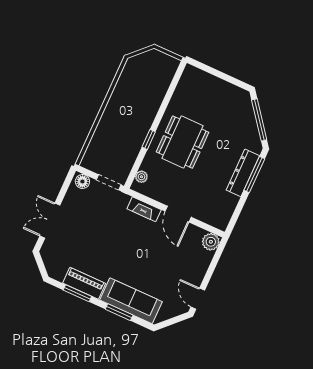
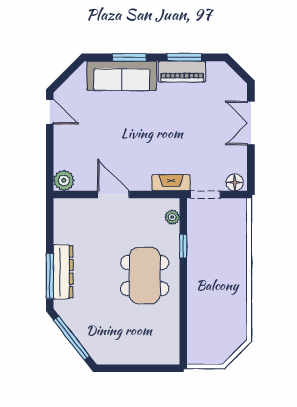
window: (149, 139) -> (183, 246), moved
fireplace: (144, 209) -> (171, 183), moved
double door: (50, 221) -> (251, 123), swing flipped

